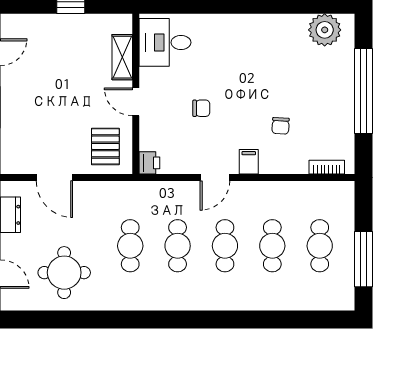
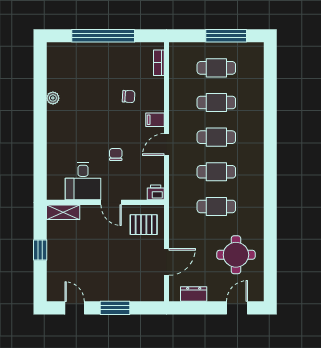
plant: (325, 30) -> (53, 98), moved, width x0.53, depth x0.53
desk: (165, 42) -> (83, 181), moved
shelving: (122, 57) -> (63, 212), moved
door: (136, 102) -> (111, 202), hinge flipped
door: (215, 178) -> (166, 144), swing flipped

